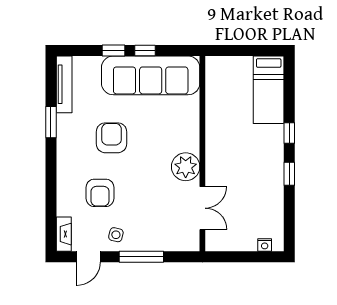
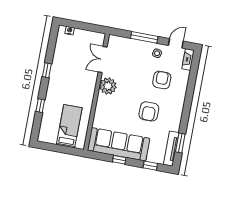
window: (113, 50) -> (150, 166), moved
bed: (269, 90) -> (69, 126), moved
window: (51, 122) -> (180, 143), moved
window: (289, 133) -> (40, 106), moved

